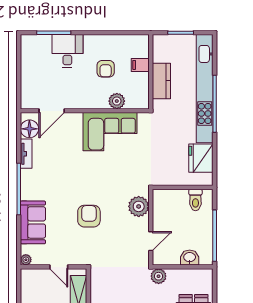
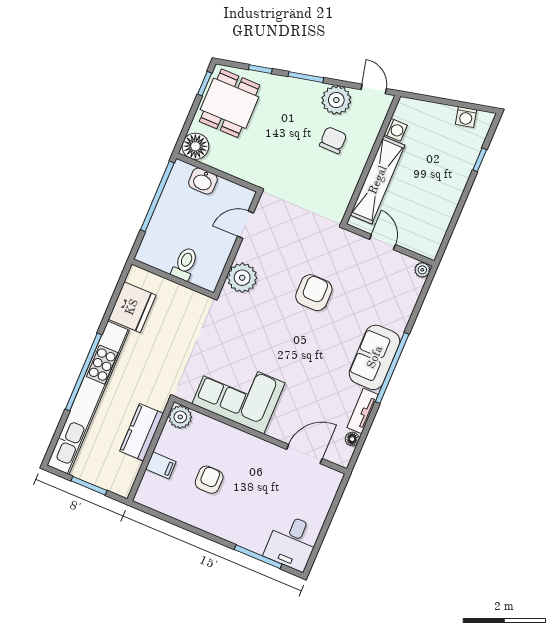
desk: (67, 51) -> (292, 542), moved
plant: (117, 101) -> (180, 417), moved
floor lamp: (29, 129) -> (352, 439), width x0.53, depth x0.53
toilet: (195, 200) -> (185, 264), moved
armchair: (89, 216) -> (314, 293), turned 180
sofa: (33, 222) -> (375, 357), moved
plant: (159, 276) -> (255, 174), removed
floor lamp: (204, 278) -> (195, 146), added

